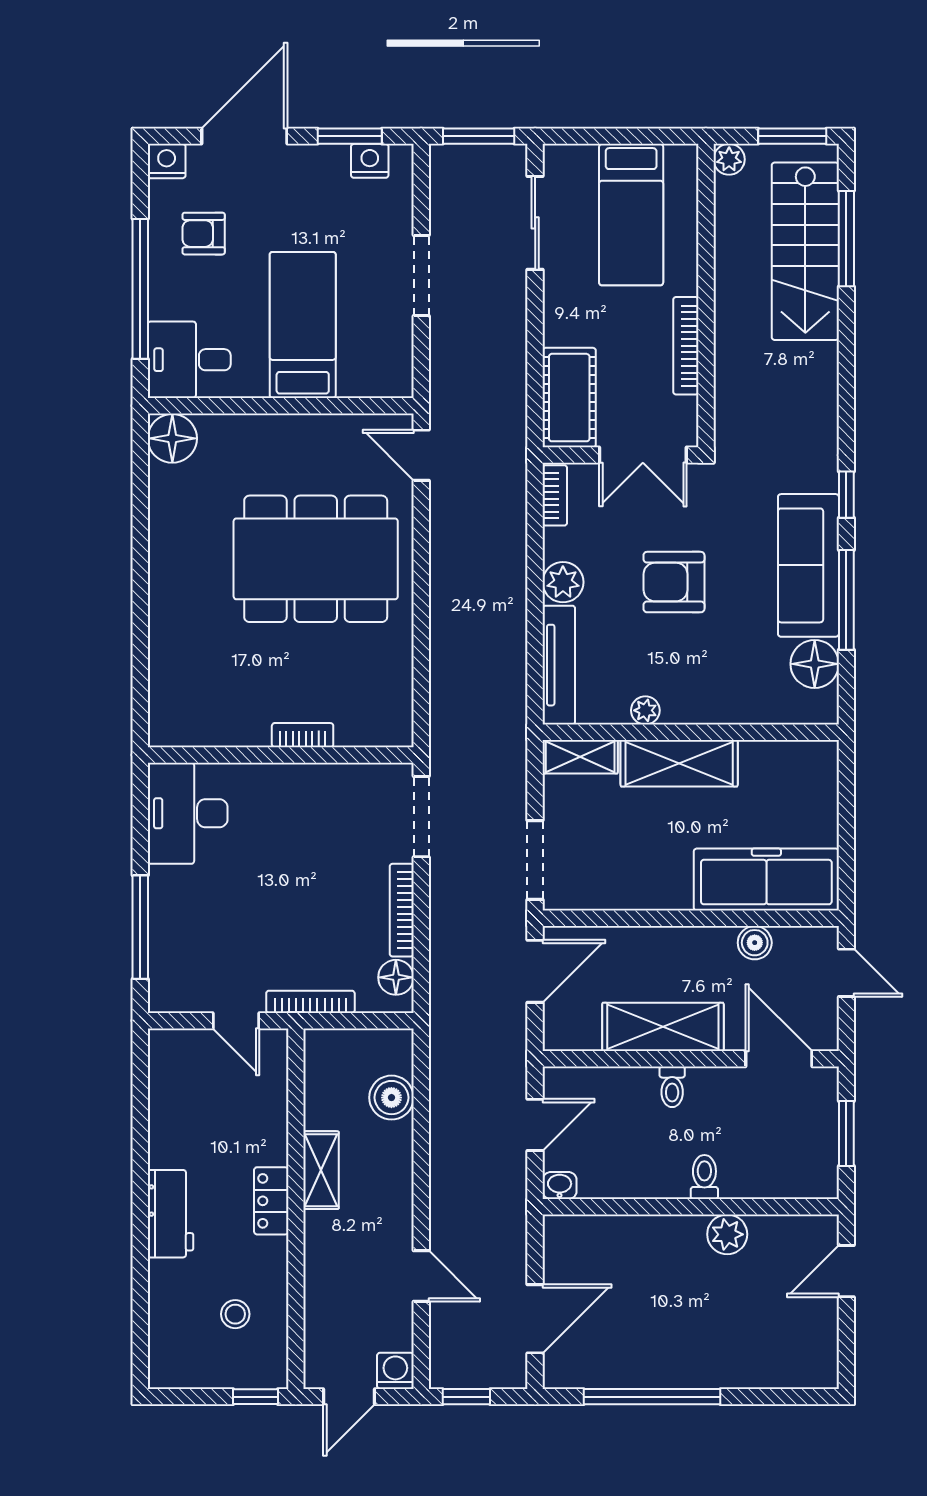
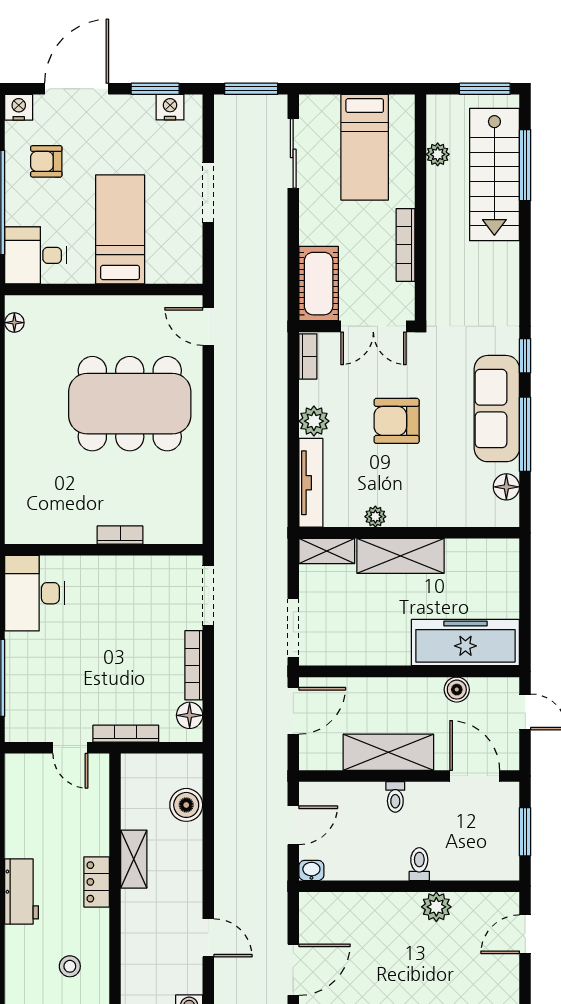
plant: (729, 159) -> (438, 154), moved
floor lamp: (172, 438) -> (14, 323), width x0.53, depth x0.53
floor lamp: (815, 664) -> (506, 487), width x0.73, depth x0.73

